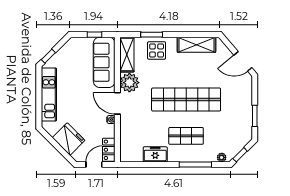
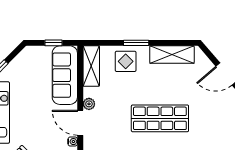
window: (152, 35) -> (136, 43), moved
plant: (129, 83) -> (89, 104), width x0.53, depth x0.53
shop shelf: (186, 100) -> (160, 118), width x0.71

